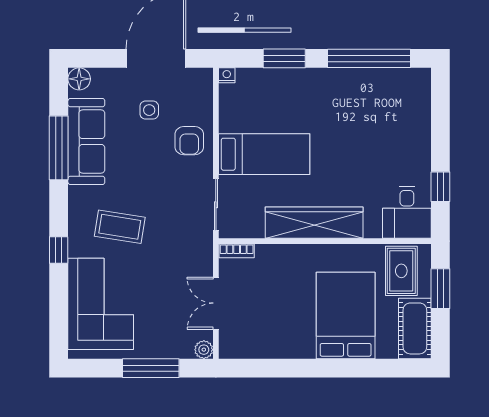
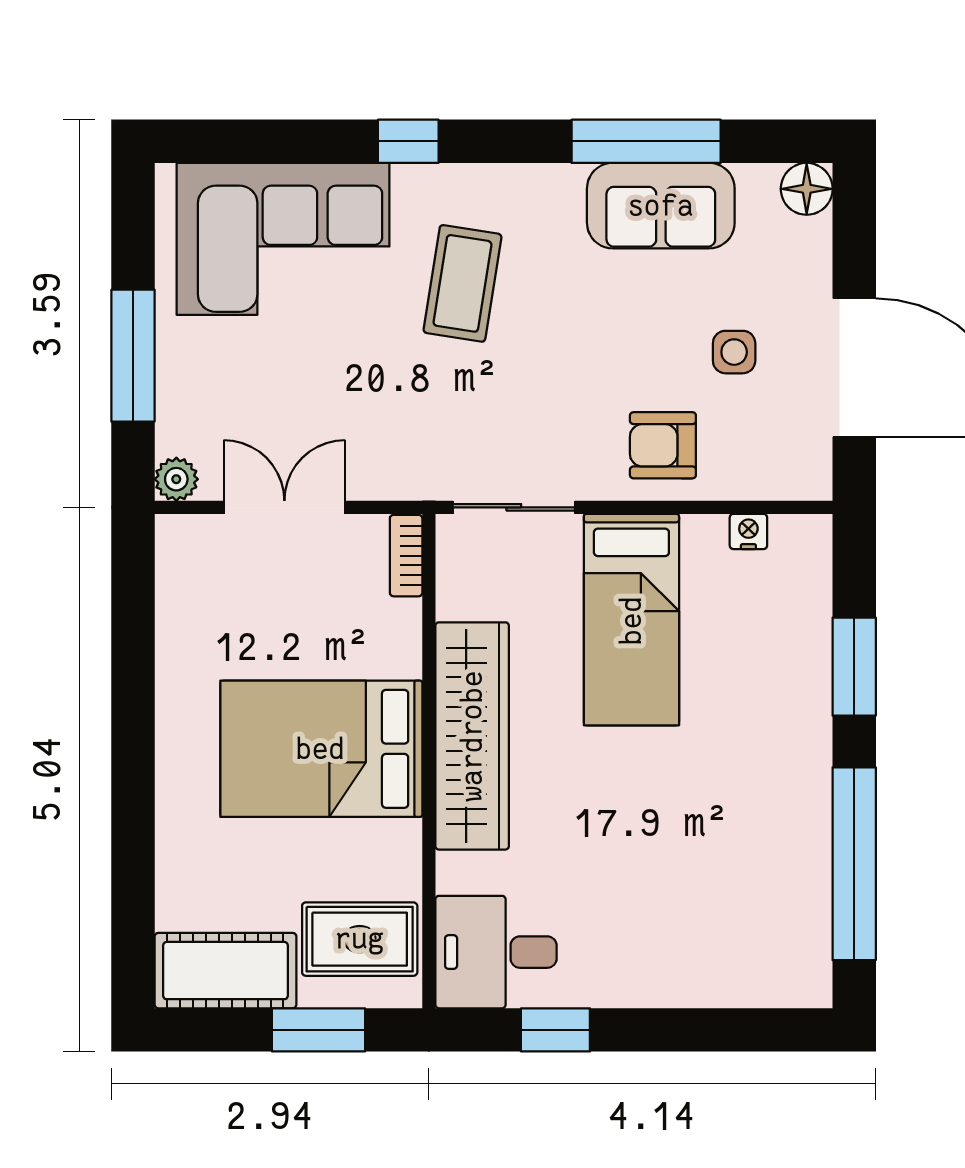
nightstand: (227, 75) -> (748, 531), moved, turned -90
sofa: (86, 142) -> (661, 206), width x0.73
bed: (346, 316) -> (321, 749), moved, turned 180

